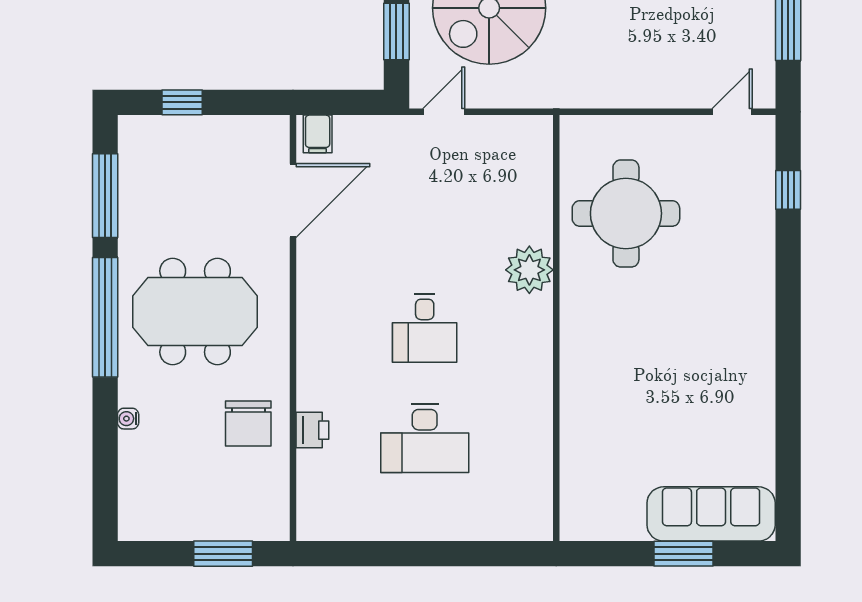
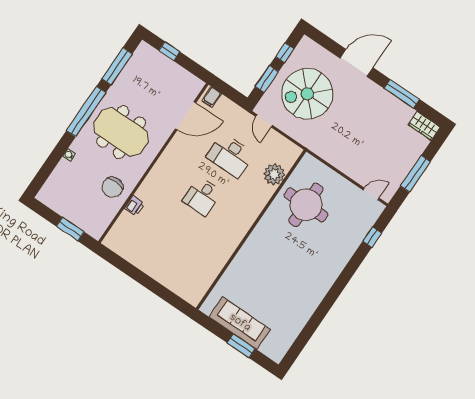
door: (444, 112) -> (264, 121), swing flipped
plant: (529, 270) -> (274, 174), moved
desk: (425, 438) -> (230, 155), moved
sofa: (711, 514) -> (240, 323), moved

